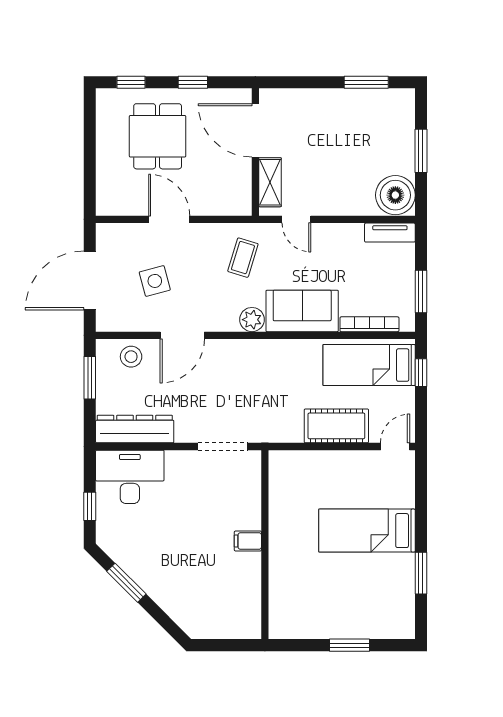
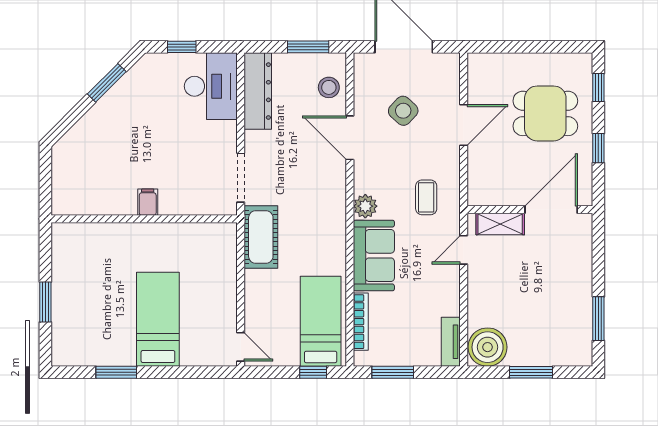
coffee table: (243, 258) -> (426, 197), turned 73
side table: (155, 281) -> (403, 111), turned -32
cot: (336, 426) -> (261, 237), moved

